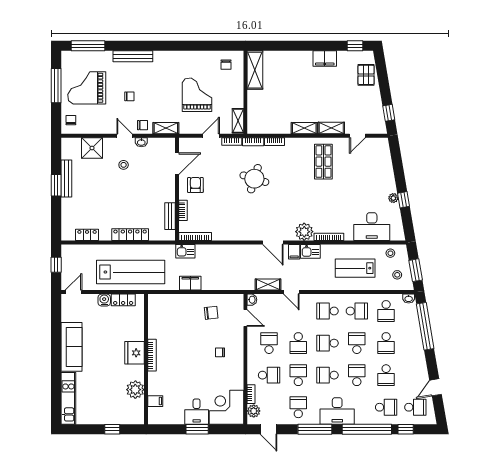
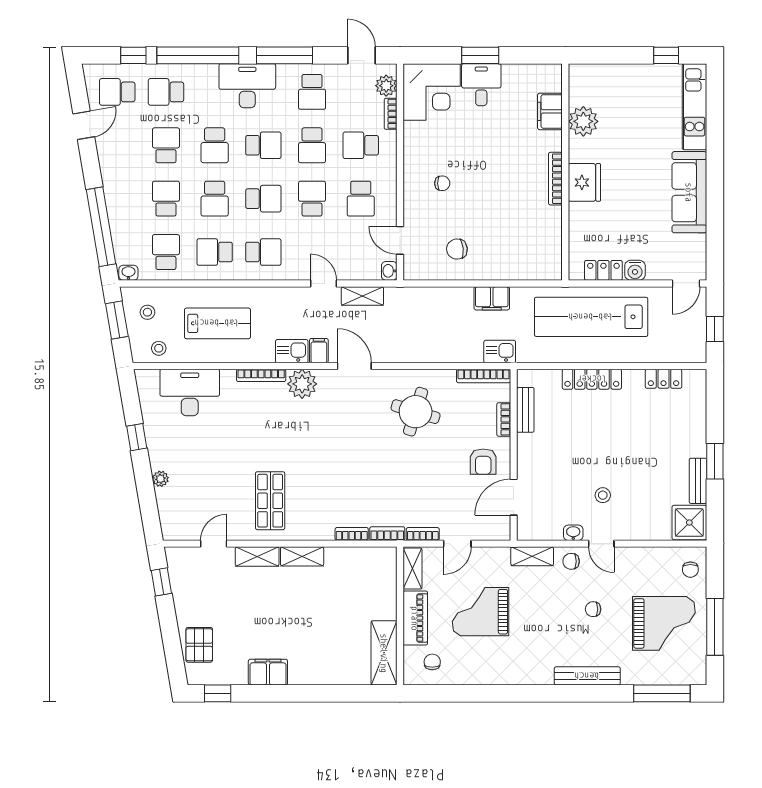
piano: (236, 91) -> (415, 618), added
grand piano: (197, 95) -> (481, 612), turned 90
shower: (92, 148) -> (689, 523), moved
bench: (66, 178) -> (698, 481), width x0.73
round table: (254, 179) -> (416, 412), moved
plant: (393, 198) -> (160, 479), moved
filing cabinet: (155, 401) -> (550, 111), width x2.00
window: (112, 429) -> (666, 55), moved

